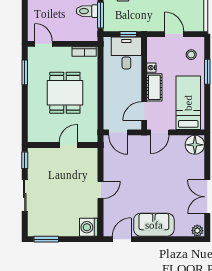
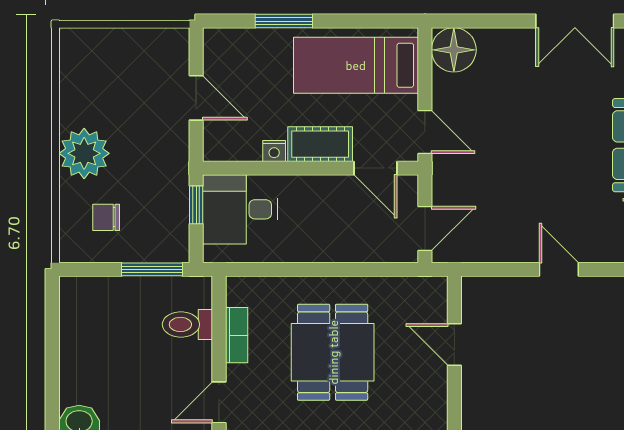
toilet: (87, 11) -> (187, 324), moved, turned 90
door: (174, 34) -> (196, 98), swing flipped
bookcase: (84, 52) -> (237, 335), moved
stool: (191, 55) -> (244, 58), removed
dining table: (65, 93) -> (333, 352), turned 90

